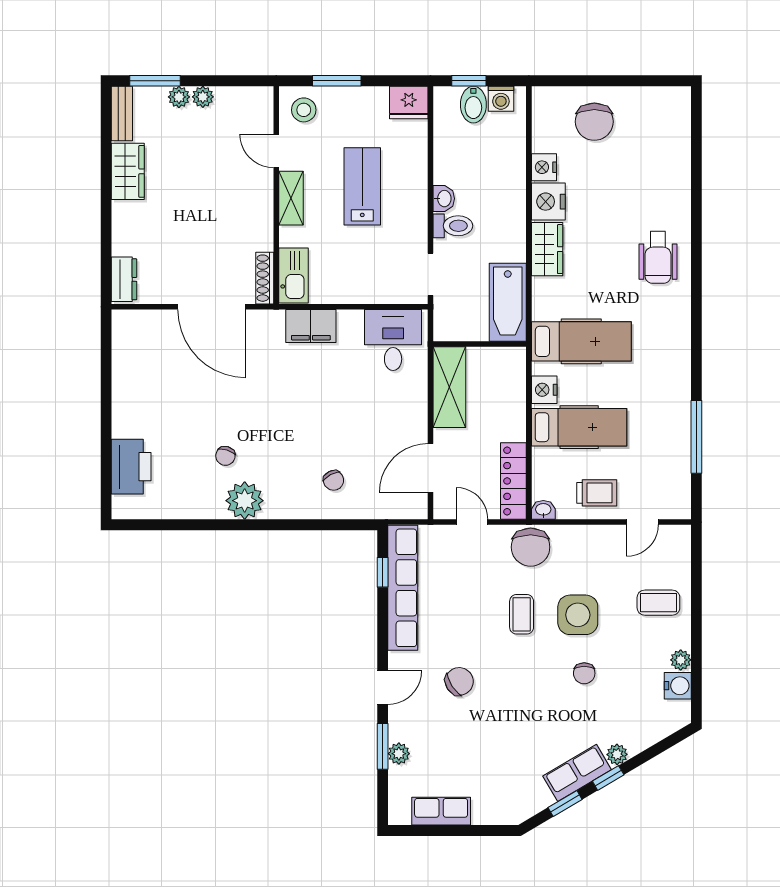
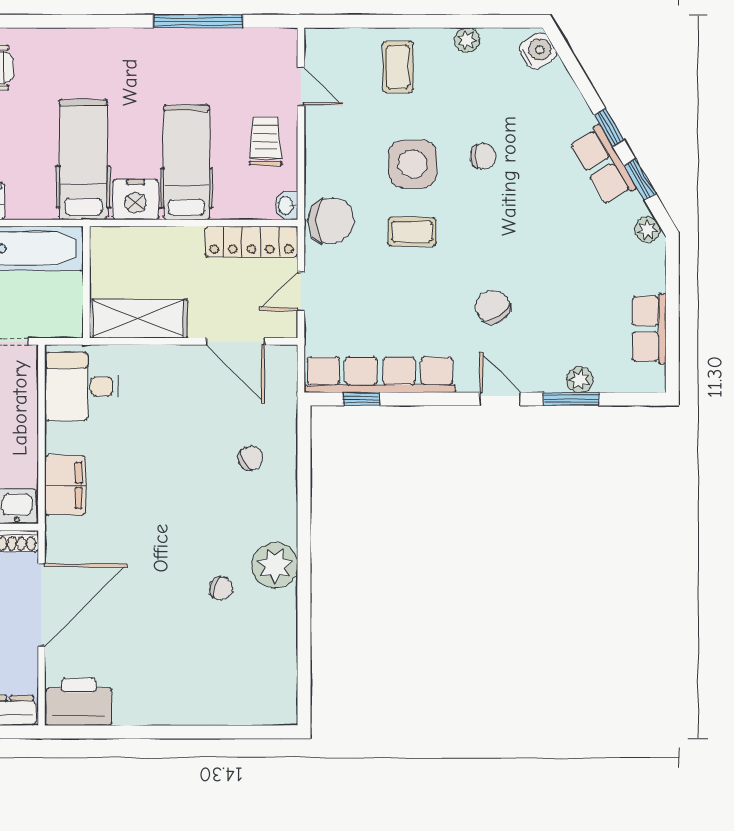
nightstand: (544, 390) -> (136, 199), width x1.36, depth x1.33
printer: (131, 467) -> (79, 702), moved
water cooler: (678, 686) -> (538, 51), moved, turned 59
plant: (617, 754) -> (647, 230), moved

